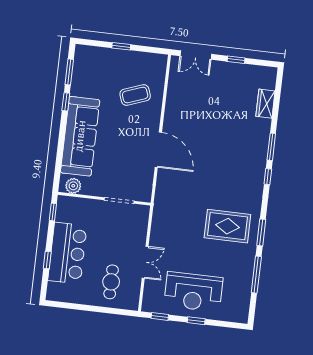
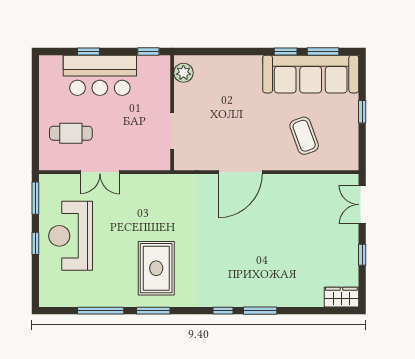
wardrobe: (265, 104) -> (341, 297), moved
sofa: (80, 136) -> (311, 74), moved
window: (160, 316) -> (35, 198), width x1.50

